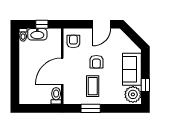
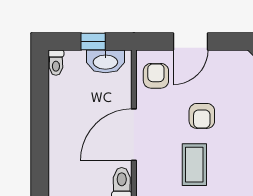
door: (102, 24) -> (190, 42), moved
washbasin: (37, 34) -> (105, 61), moved

